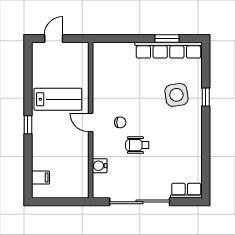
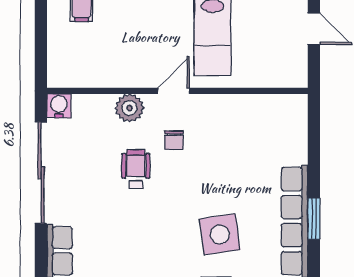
plant: (101, 149) -> (129, 108), added
water cooler: (100, 166) -> (59, 106), moved

